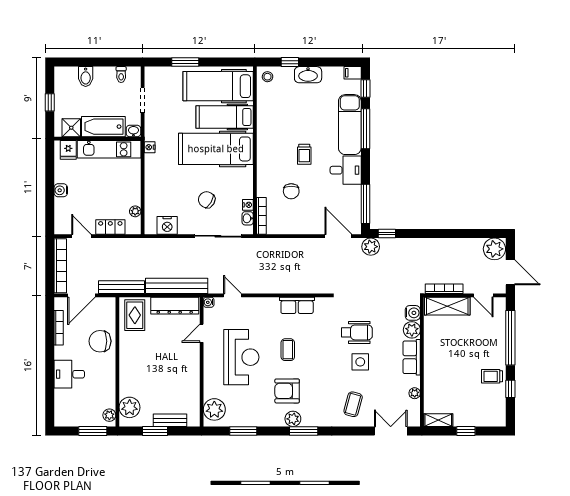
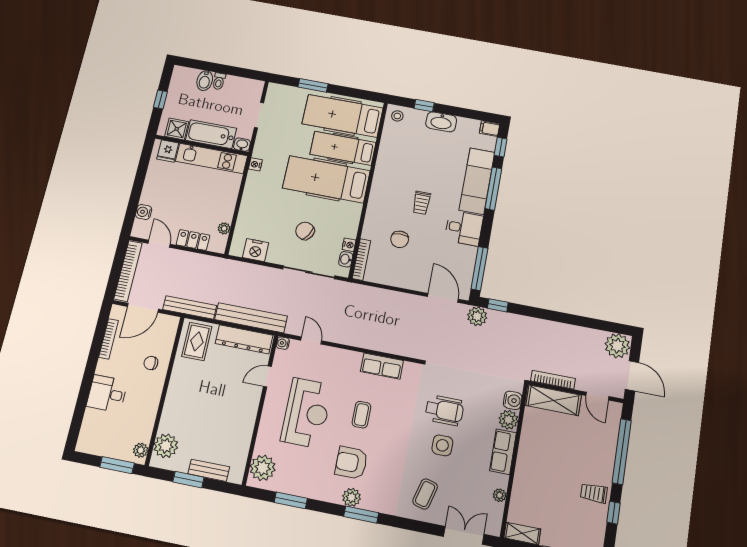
toilet: (121, 75) -> (219, 81), moved
water cooler: (61, 190) -> (144, 212), moved
chair: (100, 341) -> (151, 363), width x0.54, depth x0.54

